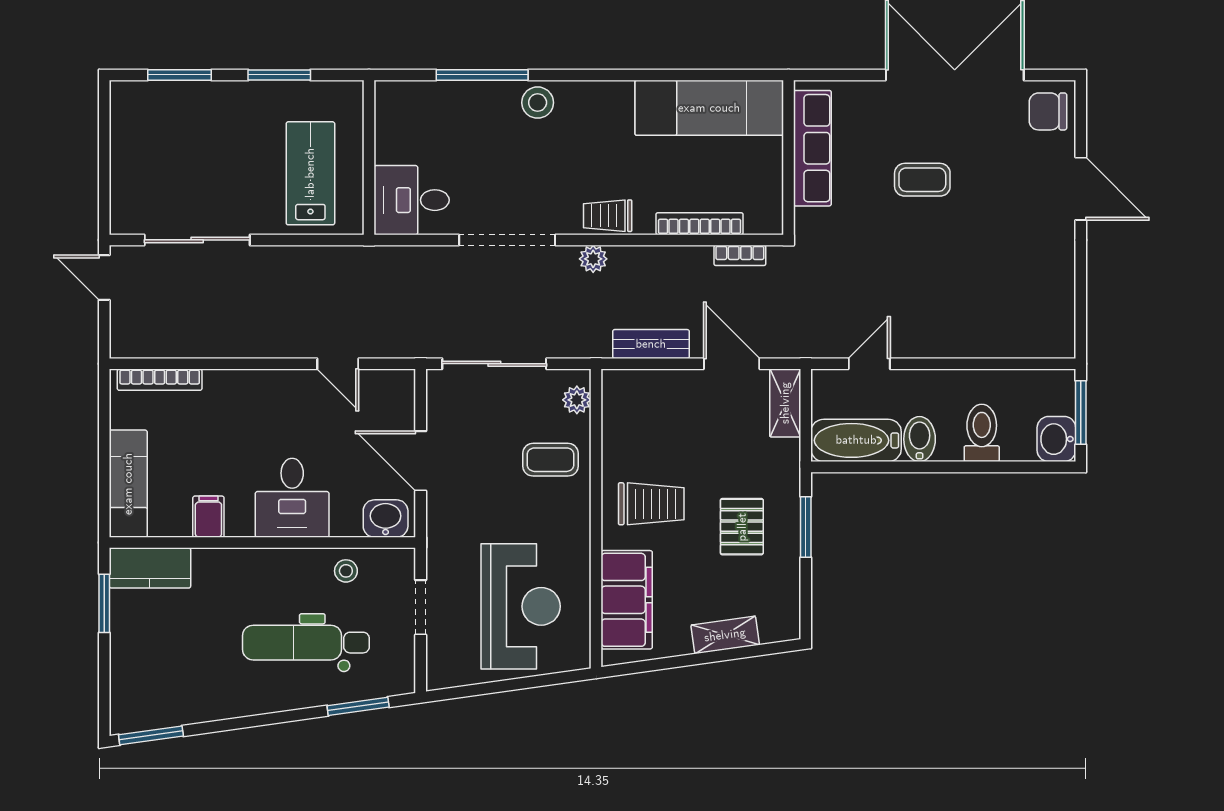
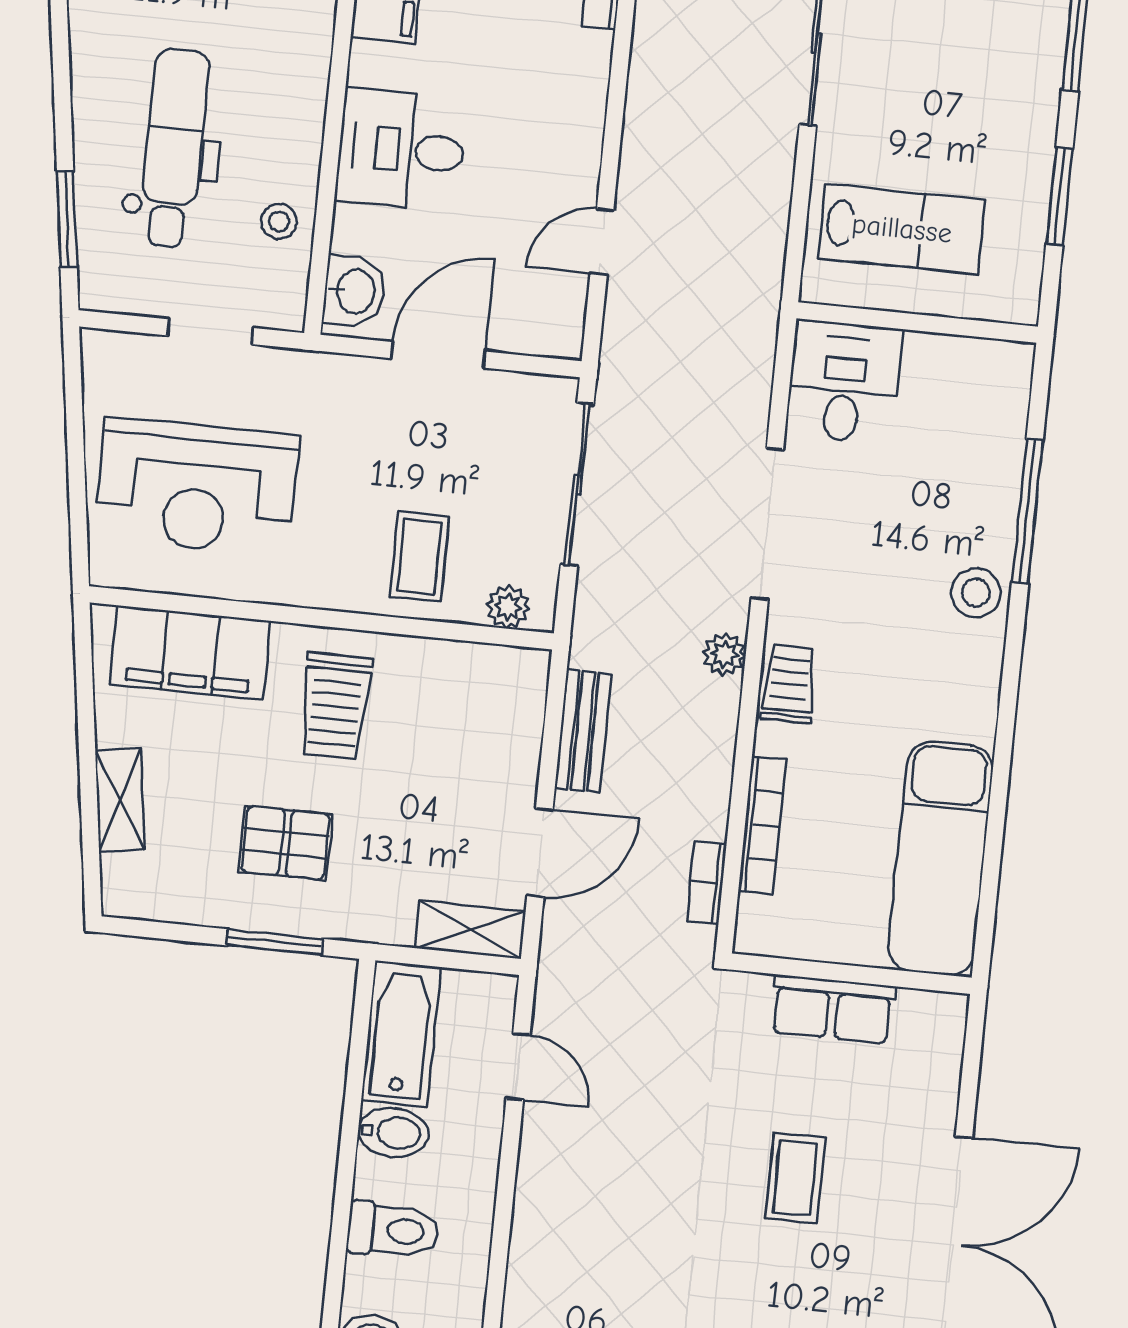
row of seats: (812, 148) -> (833, 1009), width x0.68

